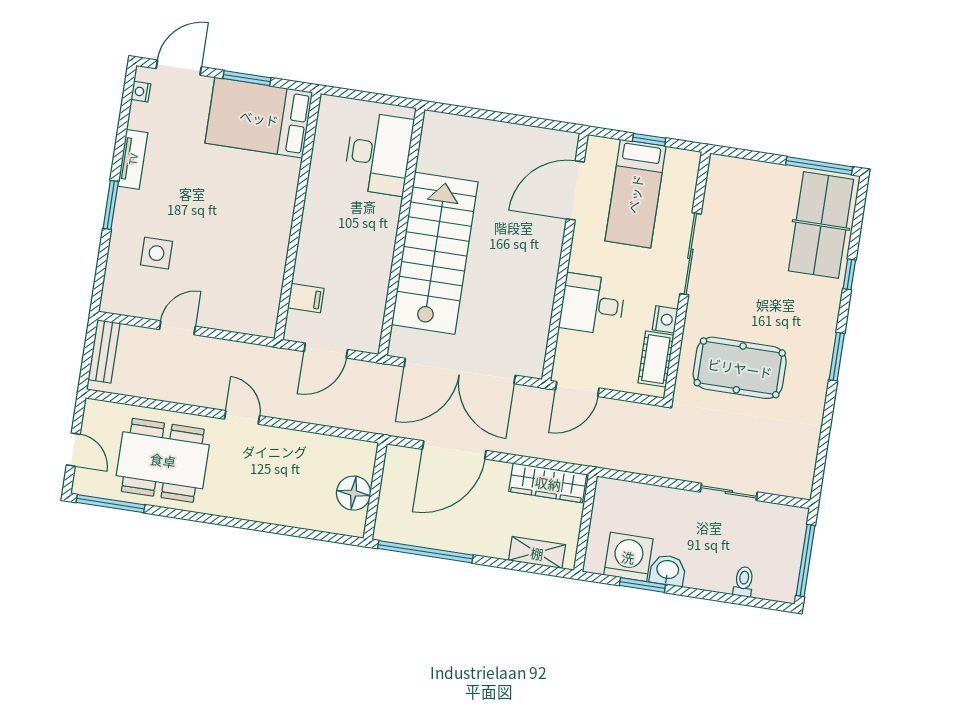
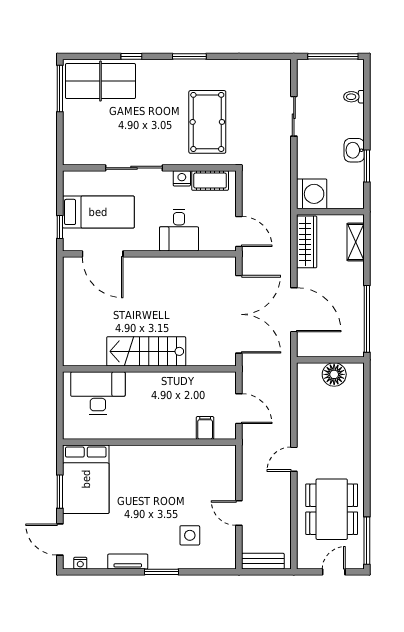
window: (649, 140) -> (60, 227), moved
stairs: (435, 253) -> (146, 351), width x0.73, depth x0.66
washing machine: (628, 557) -> (312, 194), moved, turned 180

